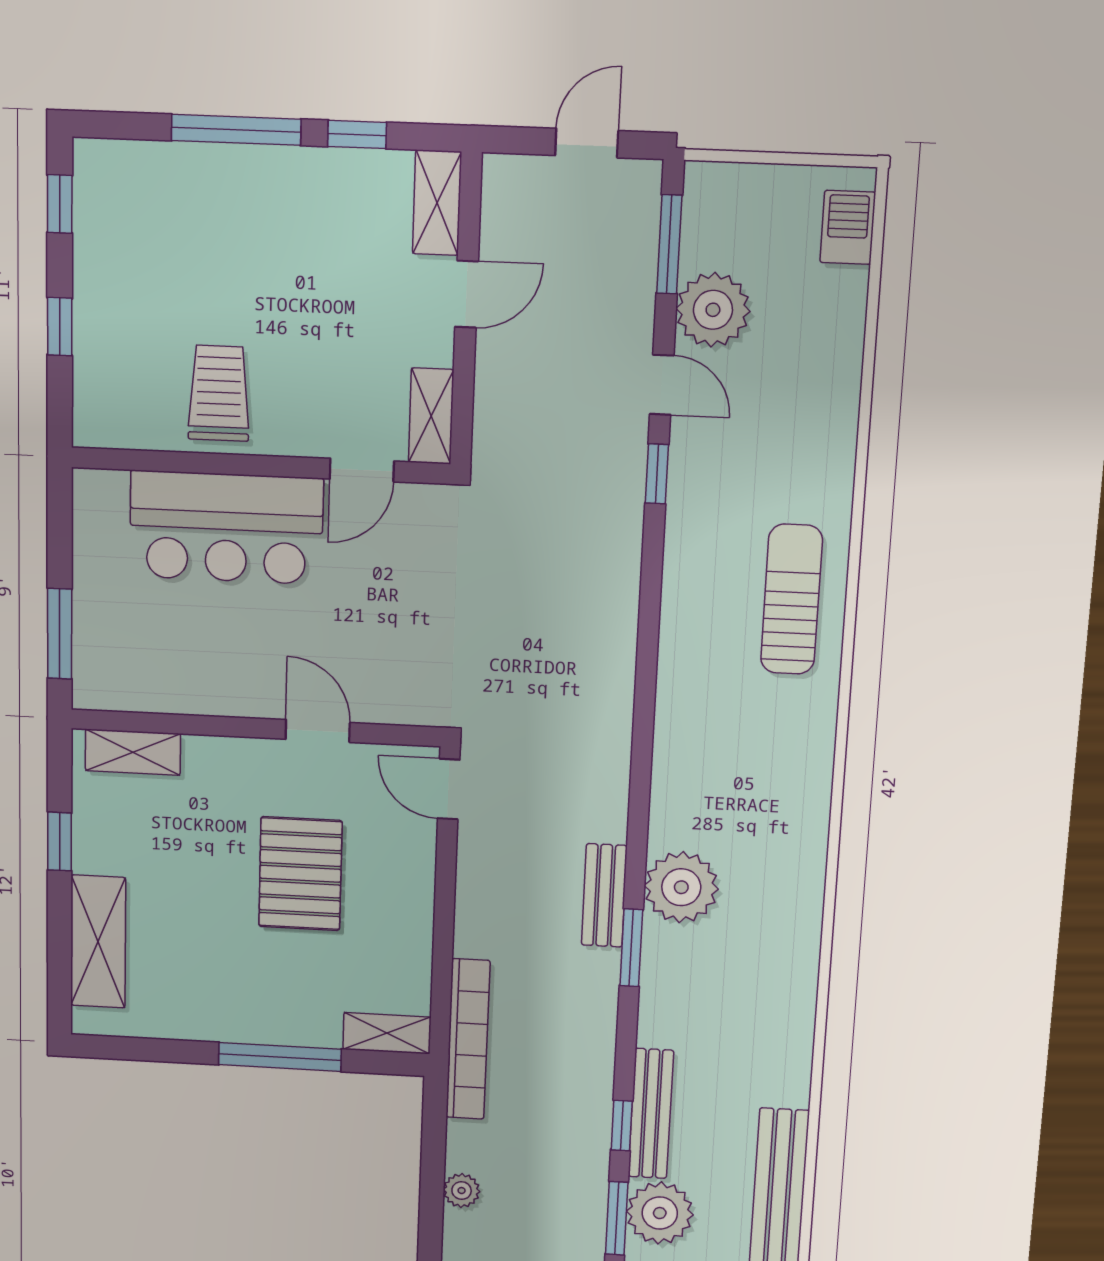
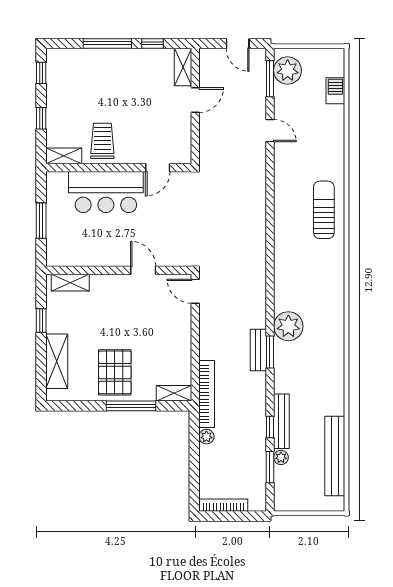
door: (587, 143) -> (238, 43), swing flipped
barbecue: (848, 227) -> (335, 91), moved
plant: (713, 310) -> (288, 70), moved
shelving: (431, 416) -> (64, 156), moved, turned 90
window: (657, 474) -> (270, 164), removed
window: (60, 634) -> (41, 221), moved
pallet: (300, 874) -> (115, 372), moved
bench: (604, 895) -> (258, 350), moved
plant: (462, 1191) -> (206, 437), moved
plant: (660, 1213) -> (281, 457), width x0.53, depth x0.53

